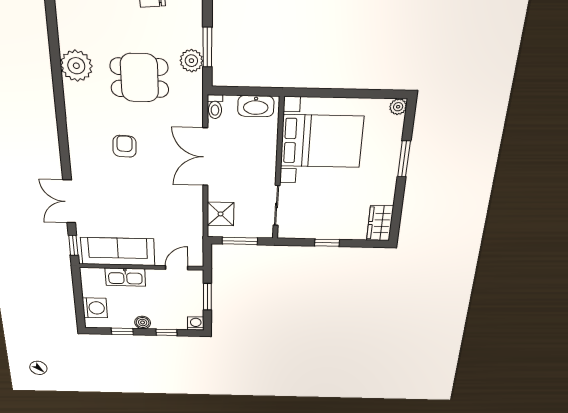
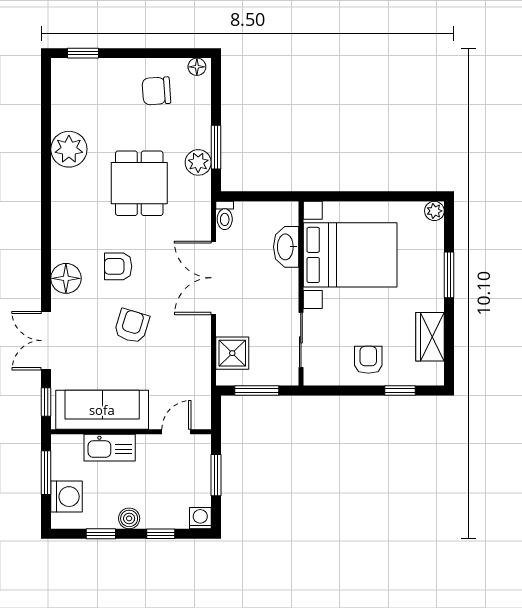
plant: (76, 66) -> (69, 149), moved
dining table: (139, 78) -> (139, 183), turned 90
washbasin: (256, 106) -> (286, 247), moved, turned 90
armchair: (125, 146) -> (118, 266), turned -93
floor lamp: (81, 155) -> (66, 278), added
armchair: (138, 192) -> (132, 326), added
armchair: (330, 221) -> (368, 360), added
wardrobe: (380, 223) -> (430, 337), moved
window: (327, 243) -> (400, 391), moved
window: (78, 292) -> (46, 473), added

